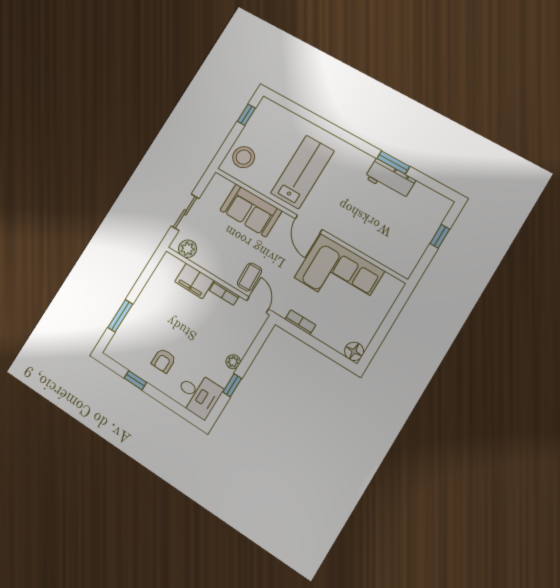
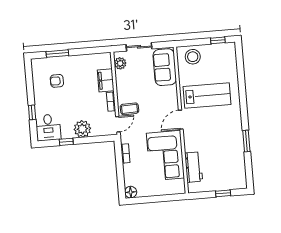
workbench: (390, 179) -> (194, 167), moved, turned 180
sofa: (251, 210) -> (165, 67), moved
armchair: (164, 361) -> (57, 81), moved
plant: (233, 362) -> (82, 129), width x1.88, depth x1.88
window: (135, 380) -> (32, 112), moved

